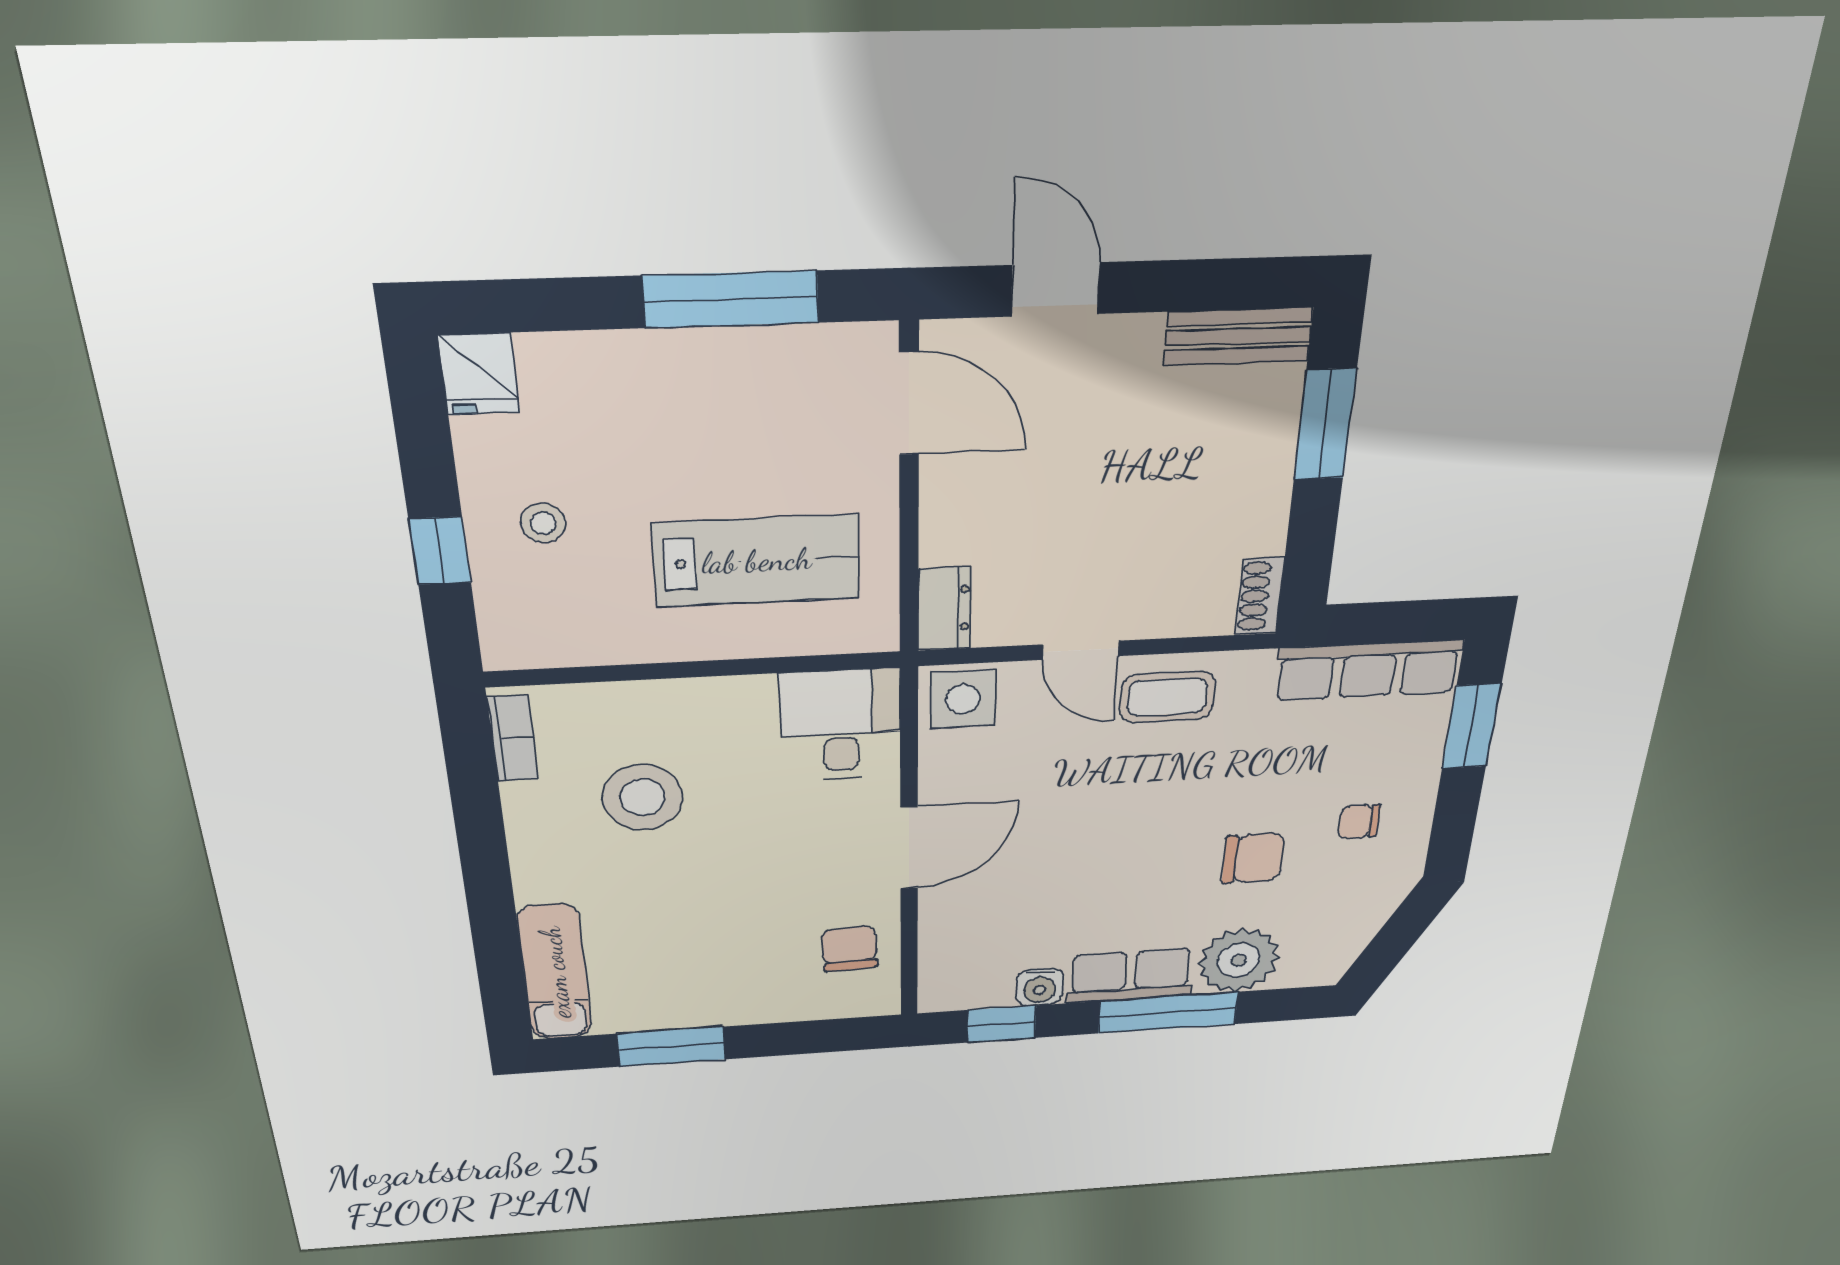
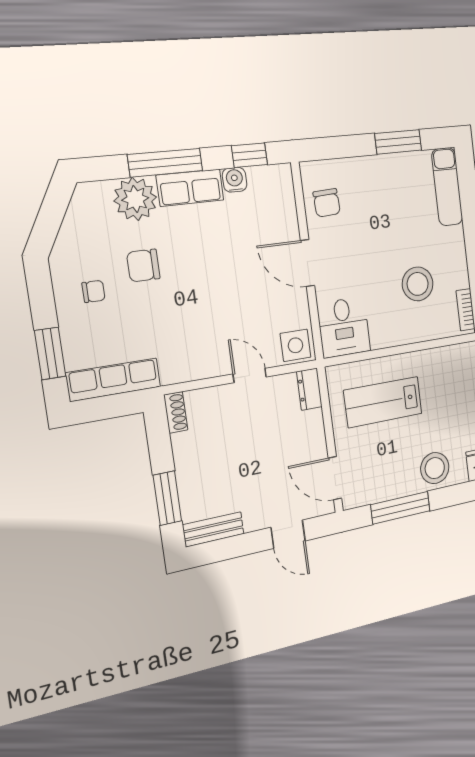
stool: (543, 523) -> (435, 468), moved, width x1.89, depth x1.89
coffee table: (1167, 697) -> (206, 355), removed
door: (909, 848) -> (308, 263), hinge flipped

